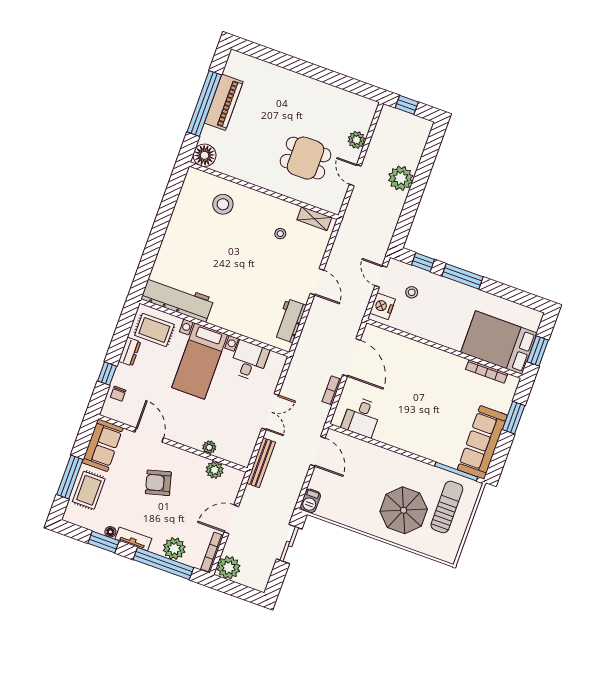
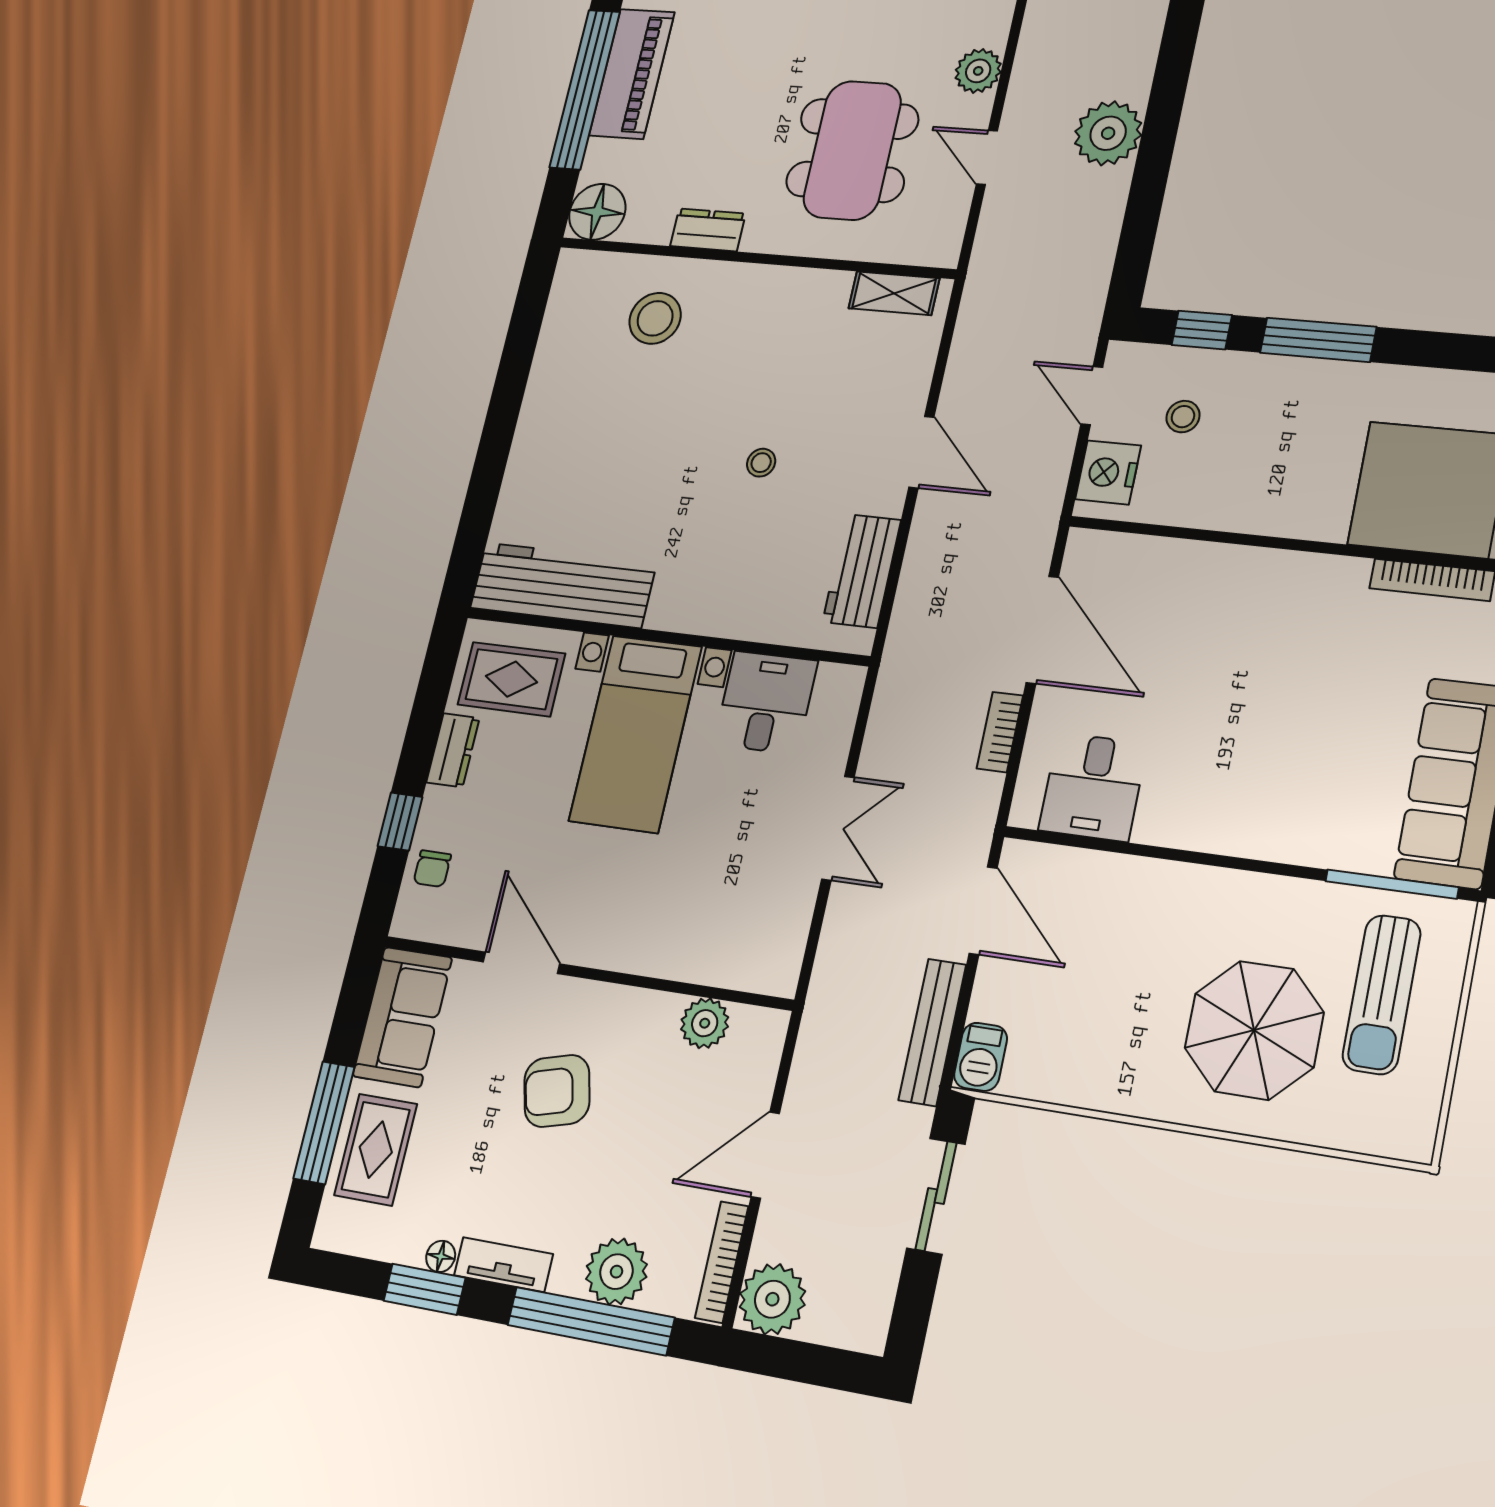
dining table: (305, 158) -> (852, 150), width x1.37
dresser: (247, 174) -> (708, 230), added
stool: (280, 234) -> (761, 463), moved
plant: (209, 447) -> (684, 963), removed
bench: (261, 463) -> (932, 1032), moved
sun lounger: (447, 507) -> (1382, 994), turned 180

